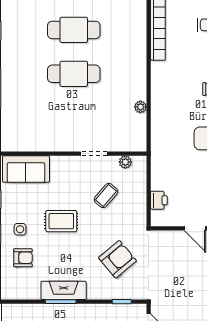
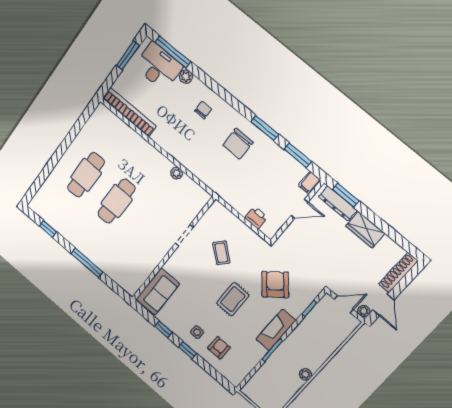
plant: (125, 162) -> (208, 218), removed
rug: (61, 221) -> (233, 299), moved
fireplace: (64, 290) -> (276, 330), moved

